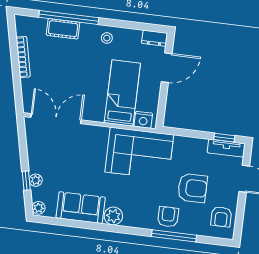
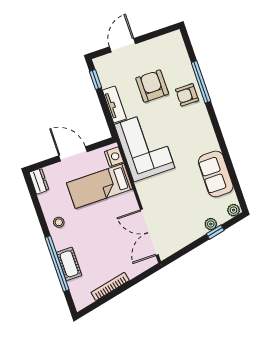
door: (167, 68) -> (73, 154), moved
tv unit: (226, 148) -> (114, 104), moved
plant: (113, 216) -> (209, 142), removed
armchair: (221, 217) -> (165, 49), removed

